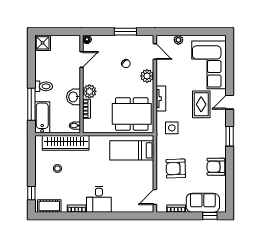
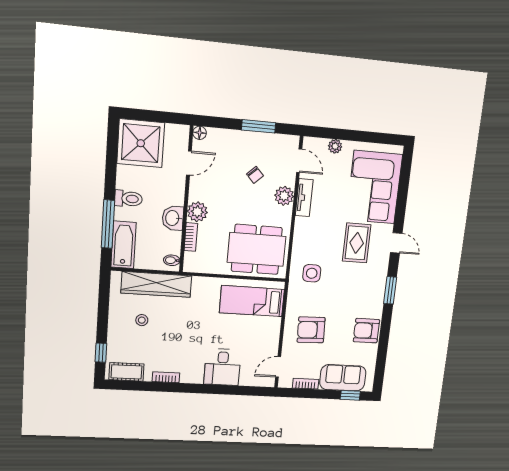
shower: (43, 43) -> (141, 143), width x1.86, depth x1.86
tv unit: (161, 99) -> (304, 198), moved
door: (230, 102) -> (396, 243), swing flipped
desk: (99, 199) -> (222, 367), moved

